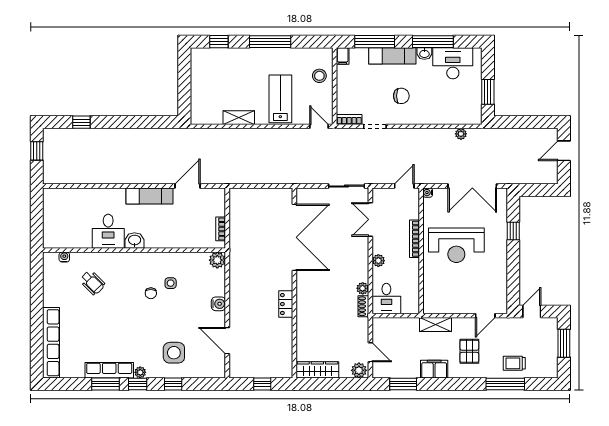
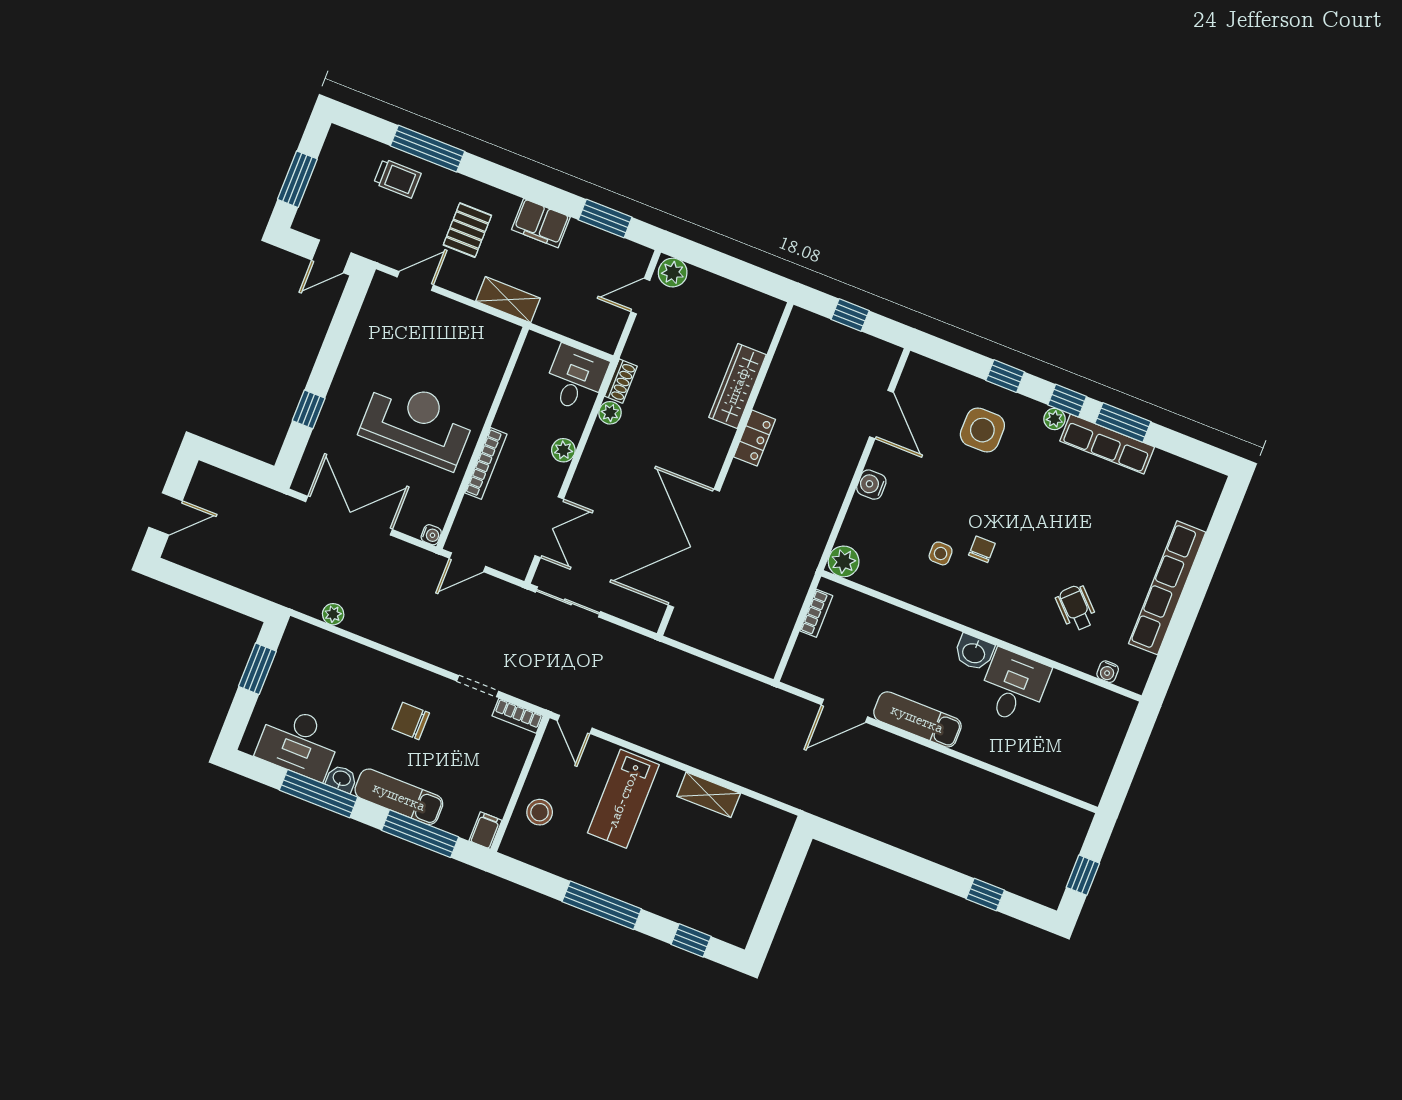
row of seats: (51, 343) -> (1167, 588), moved
door: (370, 352) -> (640, 296), hinge flipped
wardrobe: (317, 370) -> (738, 386), moved, turned 90

